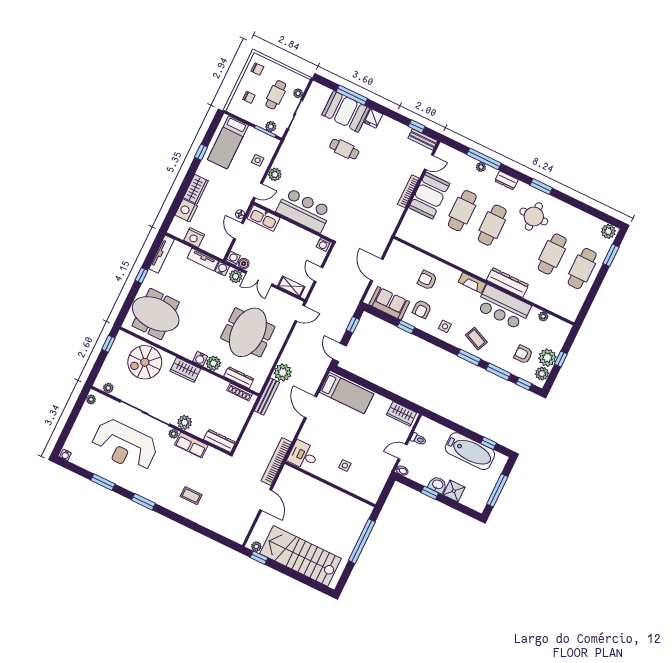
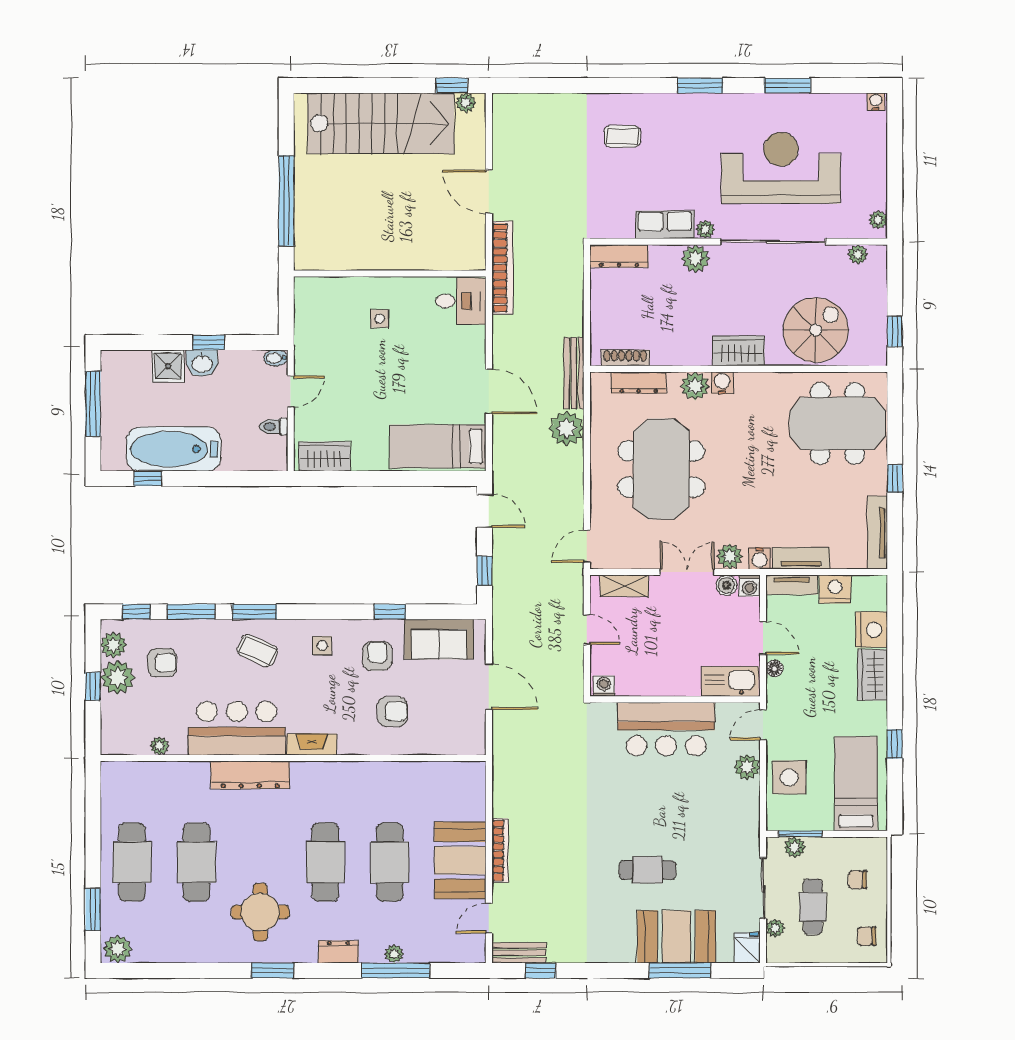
fridge: (373, 118) -> (747, 948), moved
side table: (258, 160) -> (789, 777), width x1.87, depth x1.87
tv unit: (213, 249) -> (792, 585), added

